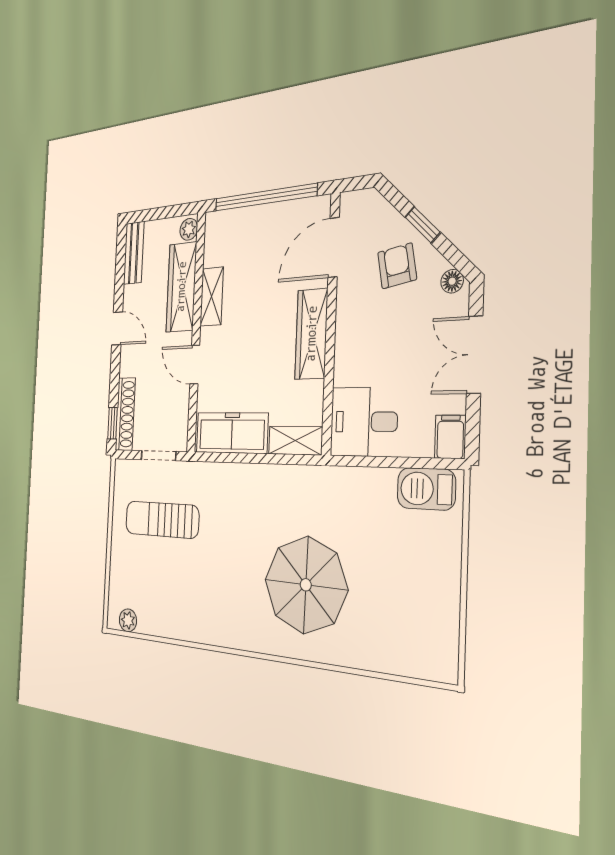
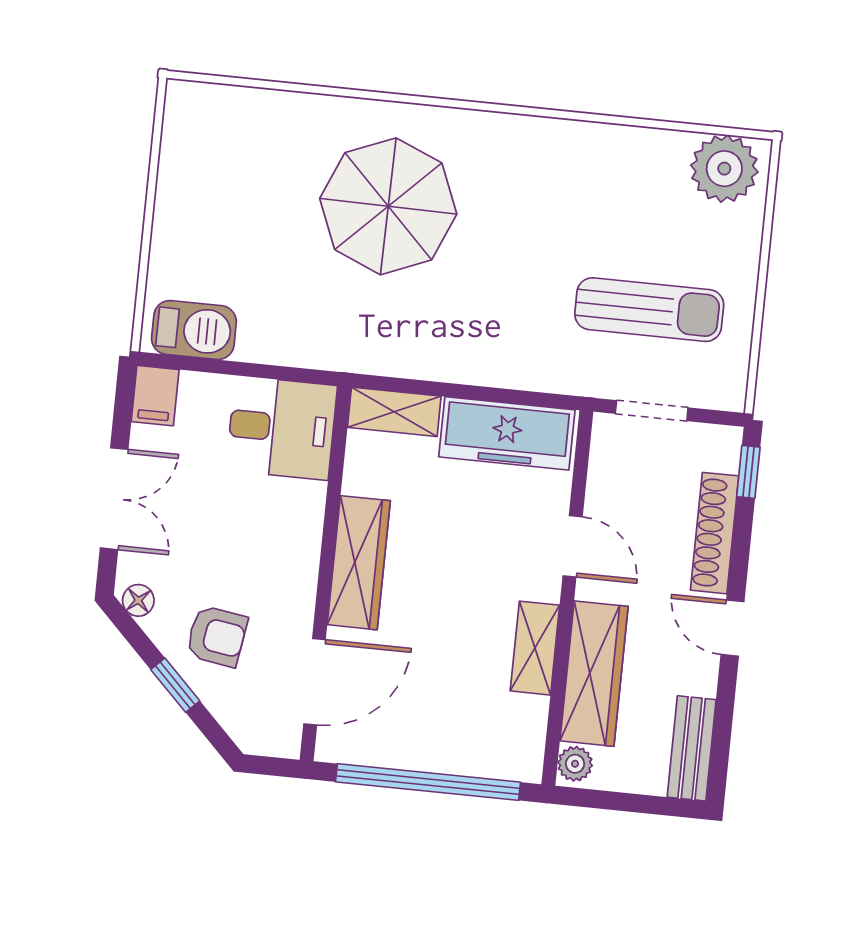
armchair: (397, 266) -> (217, 636), turned -71
shoe rack: (125, 414) -> (715, 533), moved
plant: (128, 620) -> (724, 169), width x1.88, depth x1.88

